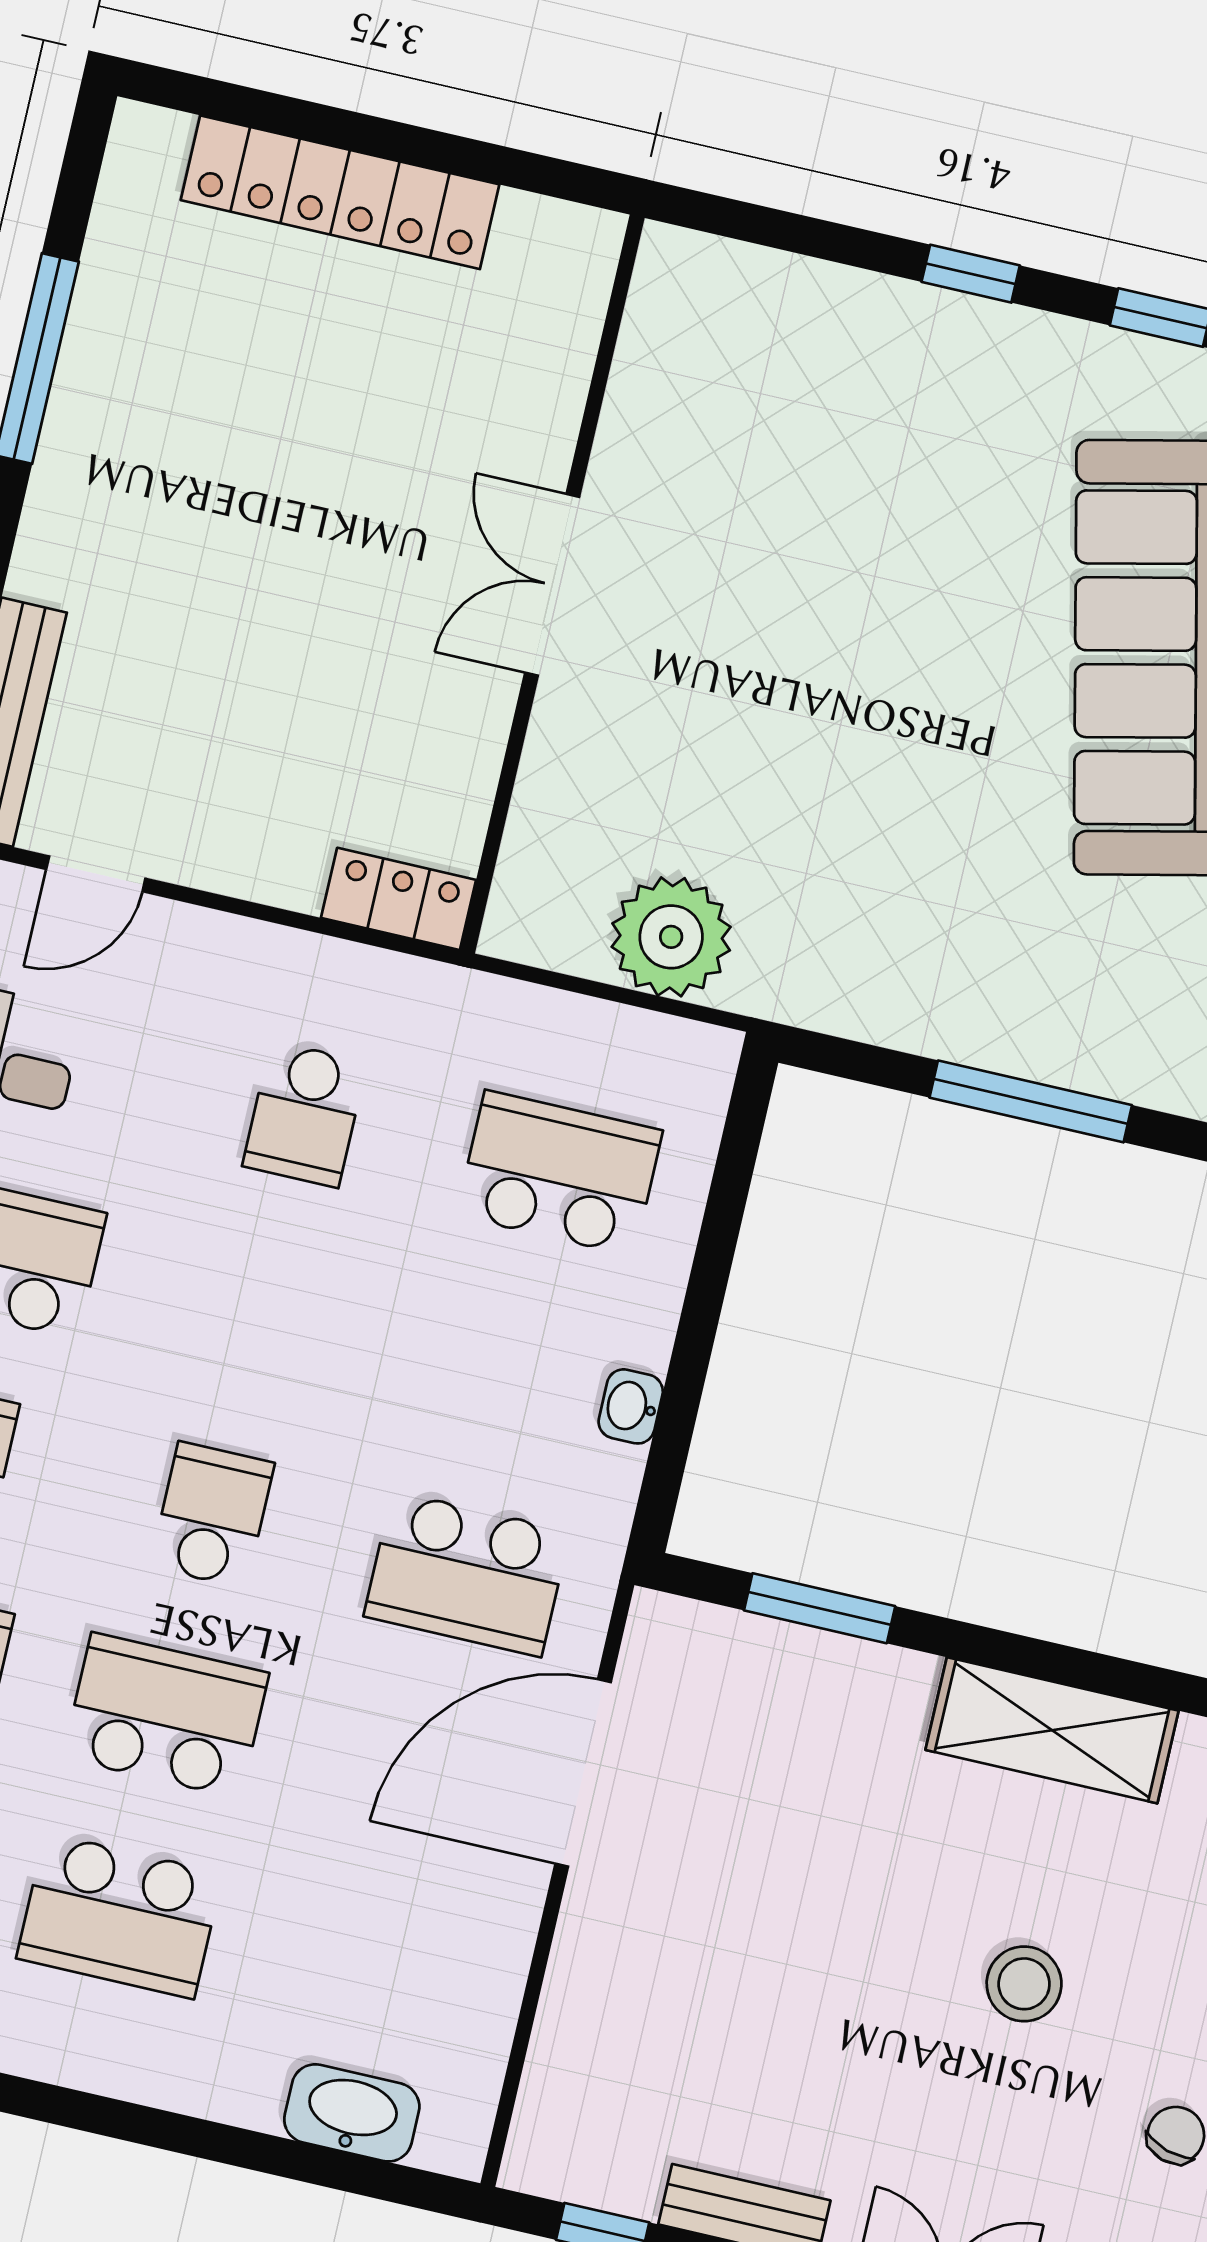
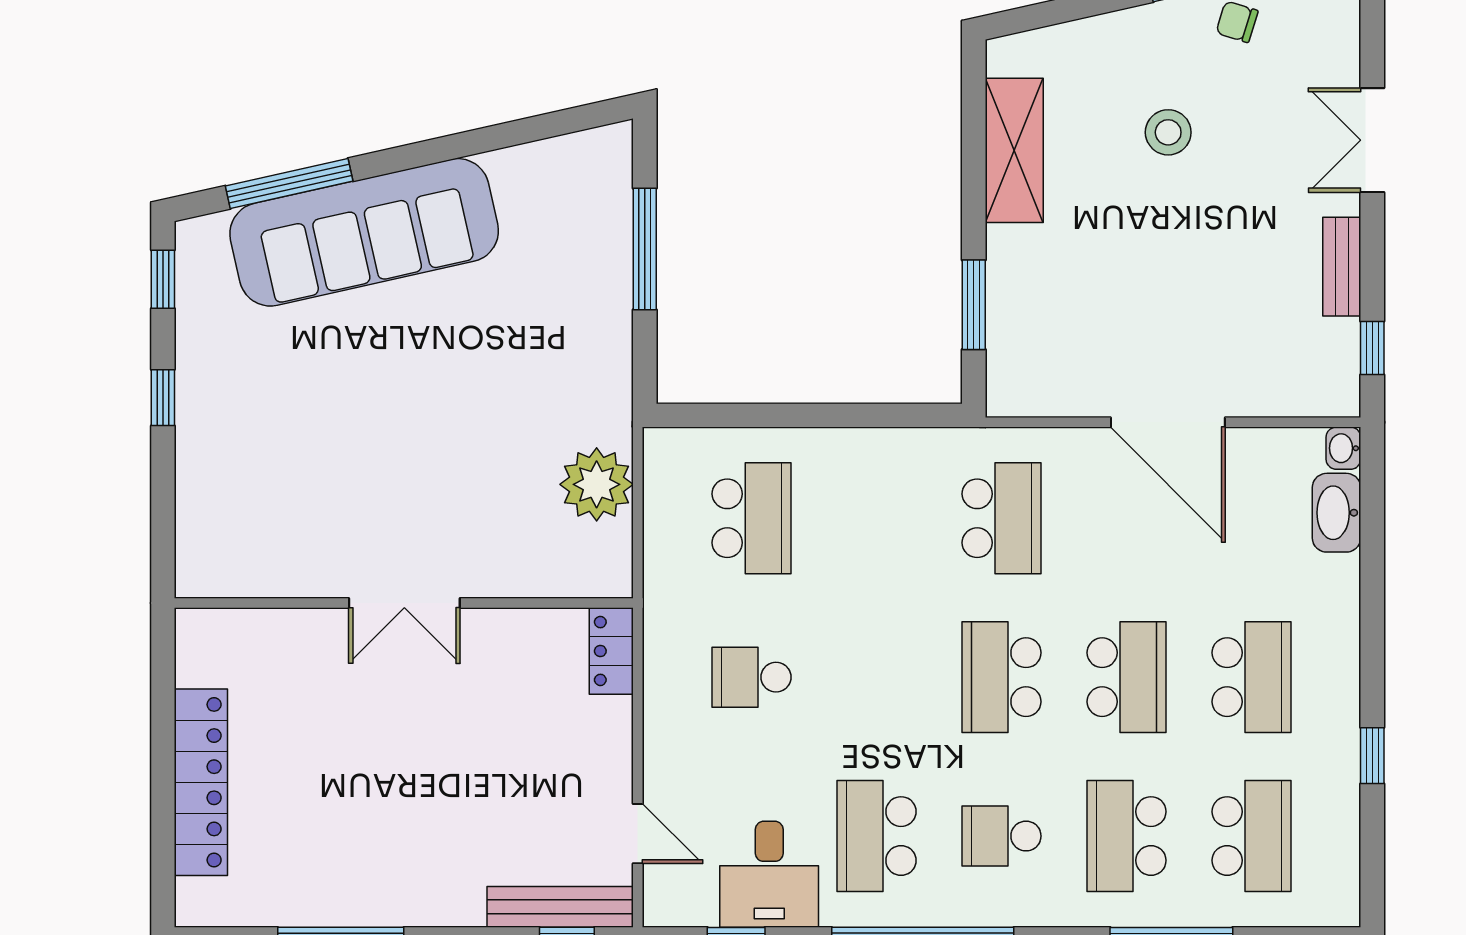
school desk: (305, 1114) -> (752, 677), turned 180
school desk: (559, 1173) -> (752, 518), turned 180
washbasin: (631, 1406) -> (1343, 448), moved, turned 90
school desk: (212, 1515) -> (1002, 677), width x1.85
school desk: (166, 1715) -> (1127, 677), turned 180
door: (583, 1773) -> (1168, 422), moved

